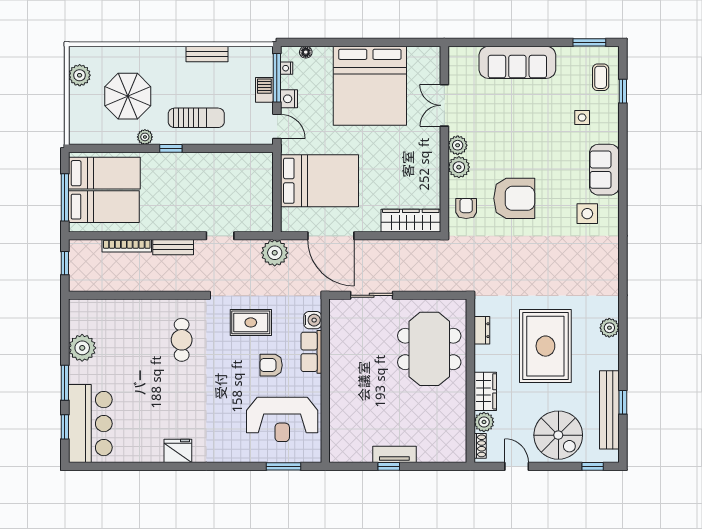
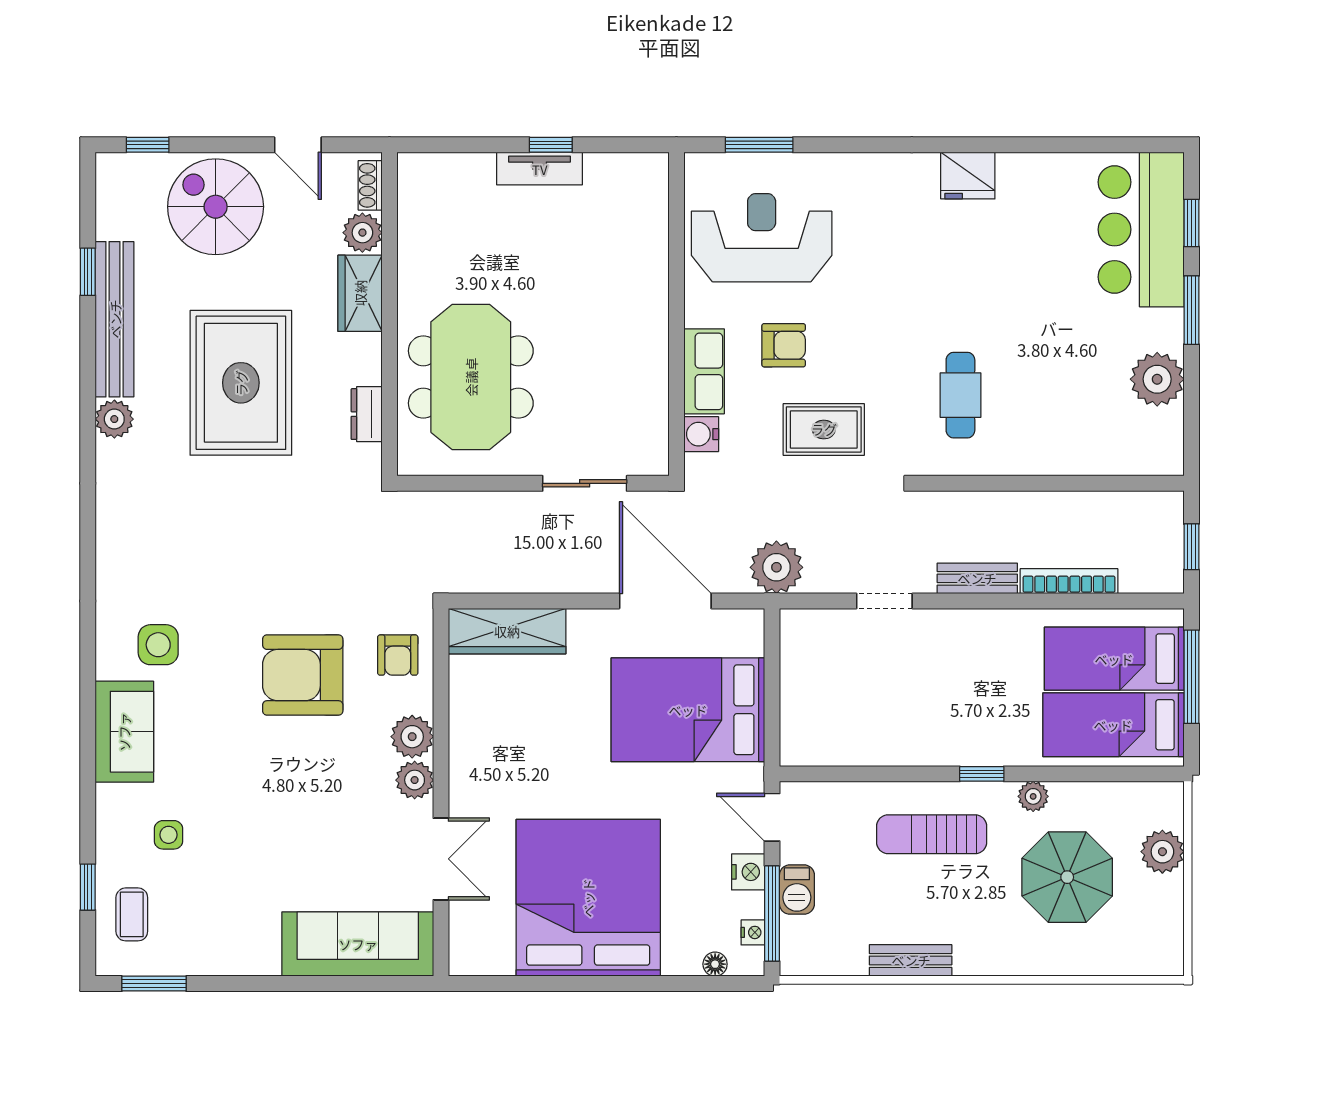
sofa: (517, 62) -> (358, 944), moved
plant: (80, 75) -> (1162, 852), moved
bench: (609, 410) -> (115, 319), moved

